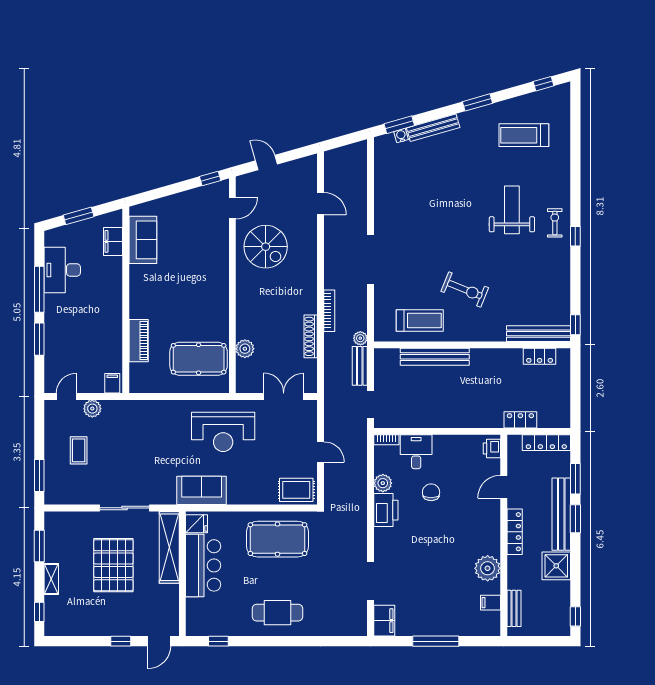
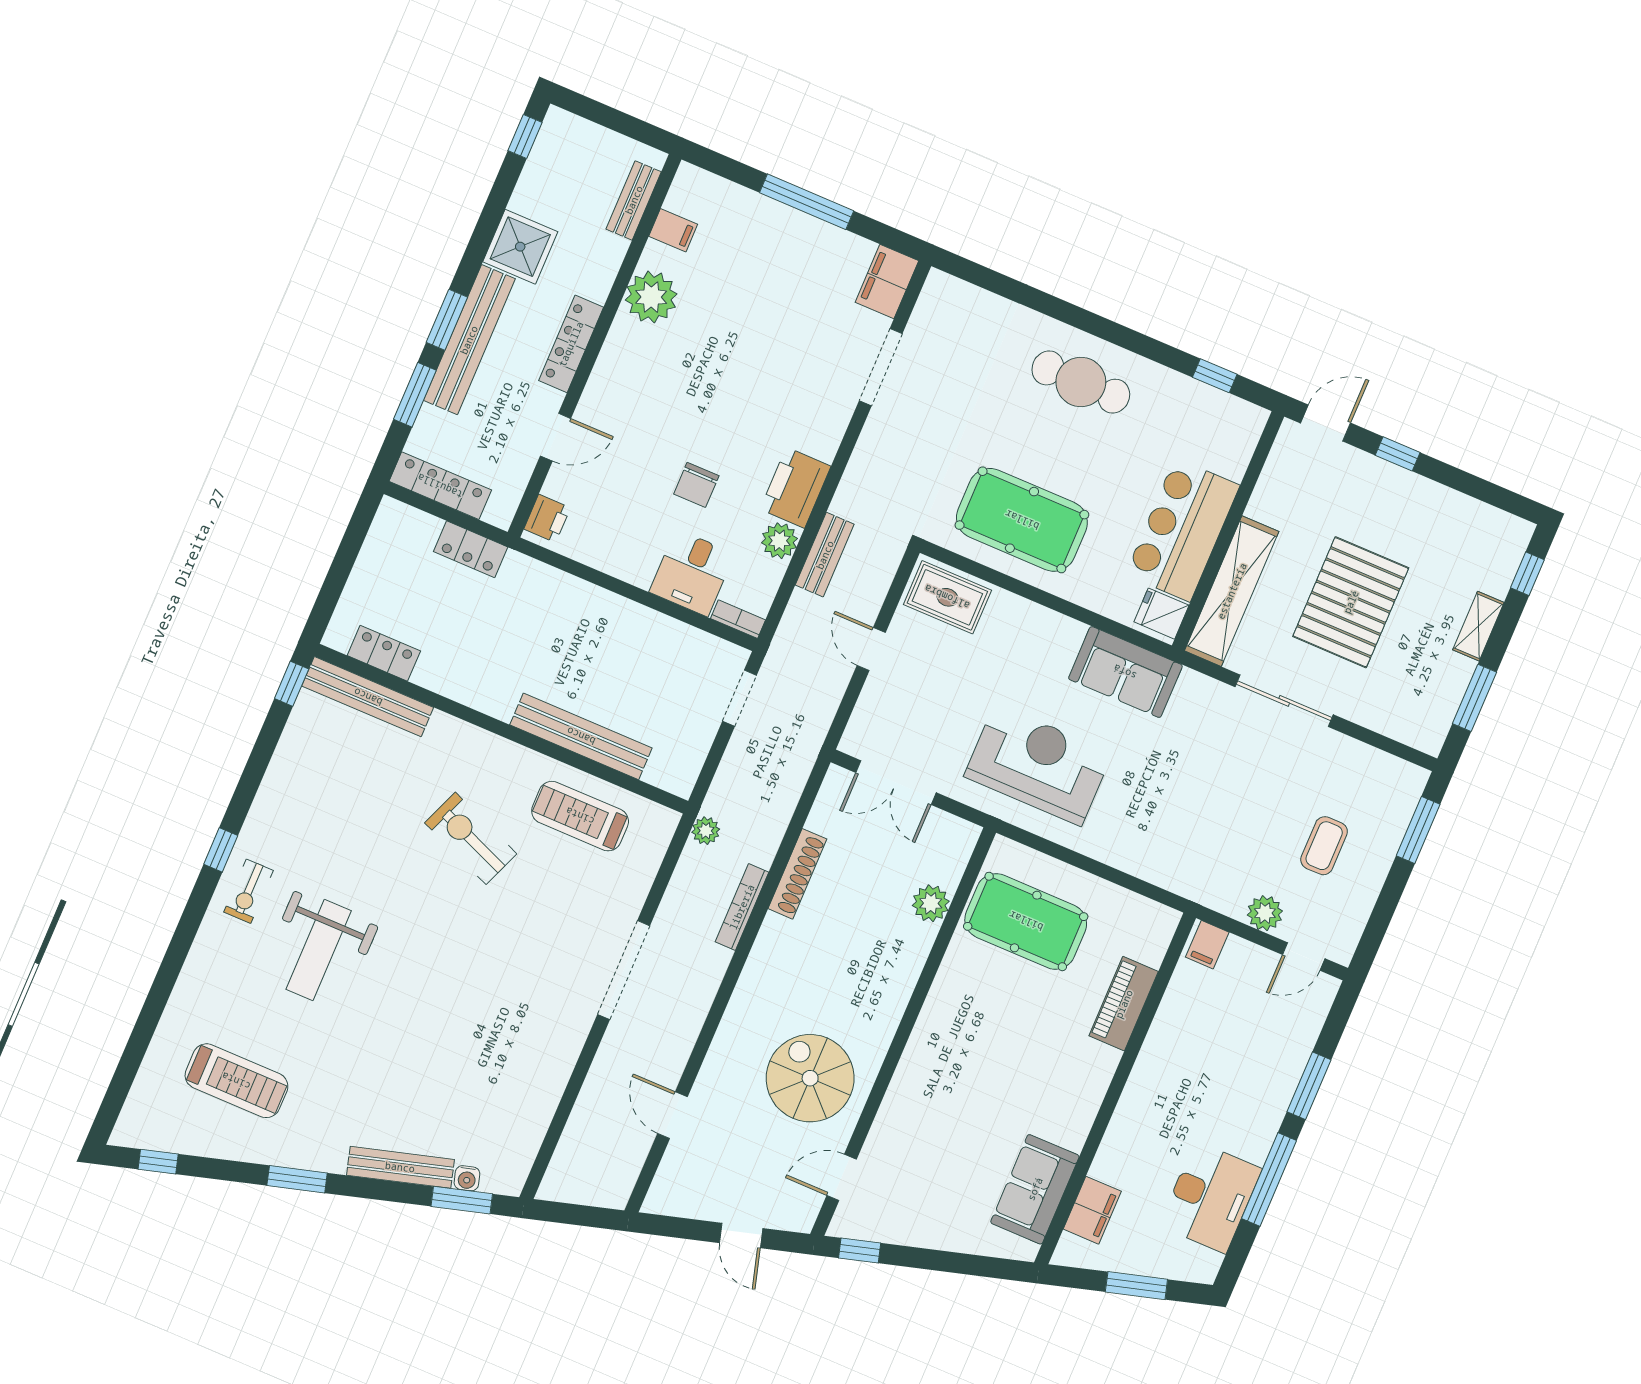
bench: (360, 366) -> (825, 555), moved

